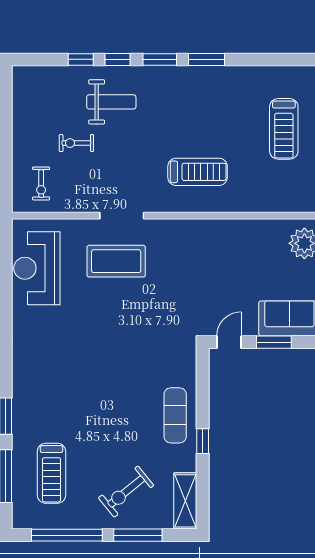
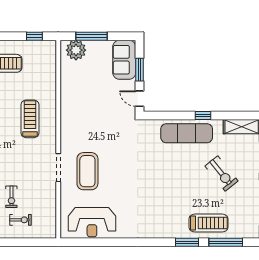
exercise bike: (41, 184) -> (20, 220), moved
exercise mat: (175, 415) -> (187, 133), width x1.36, depth x1.45
treadmill: (52, 473) -> (209, 223), moved
exercise bike: (126, 492) -> (221, 173), moved

